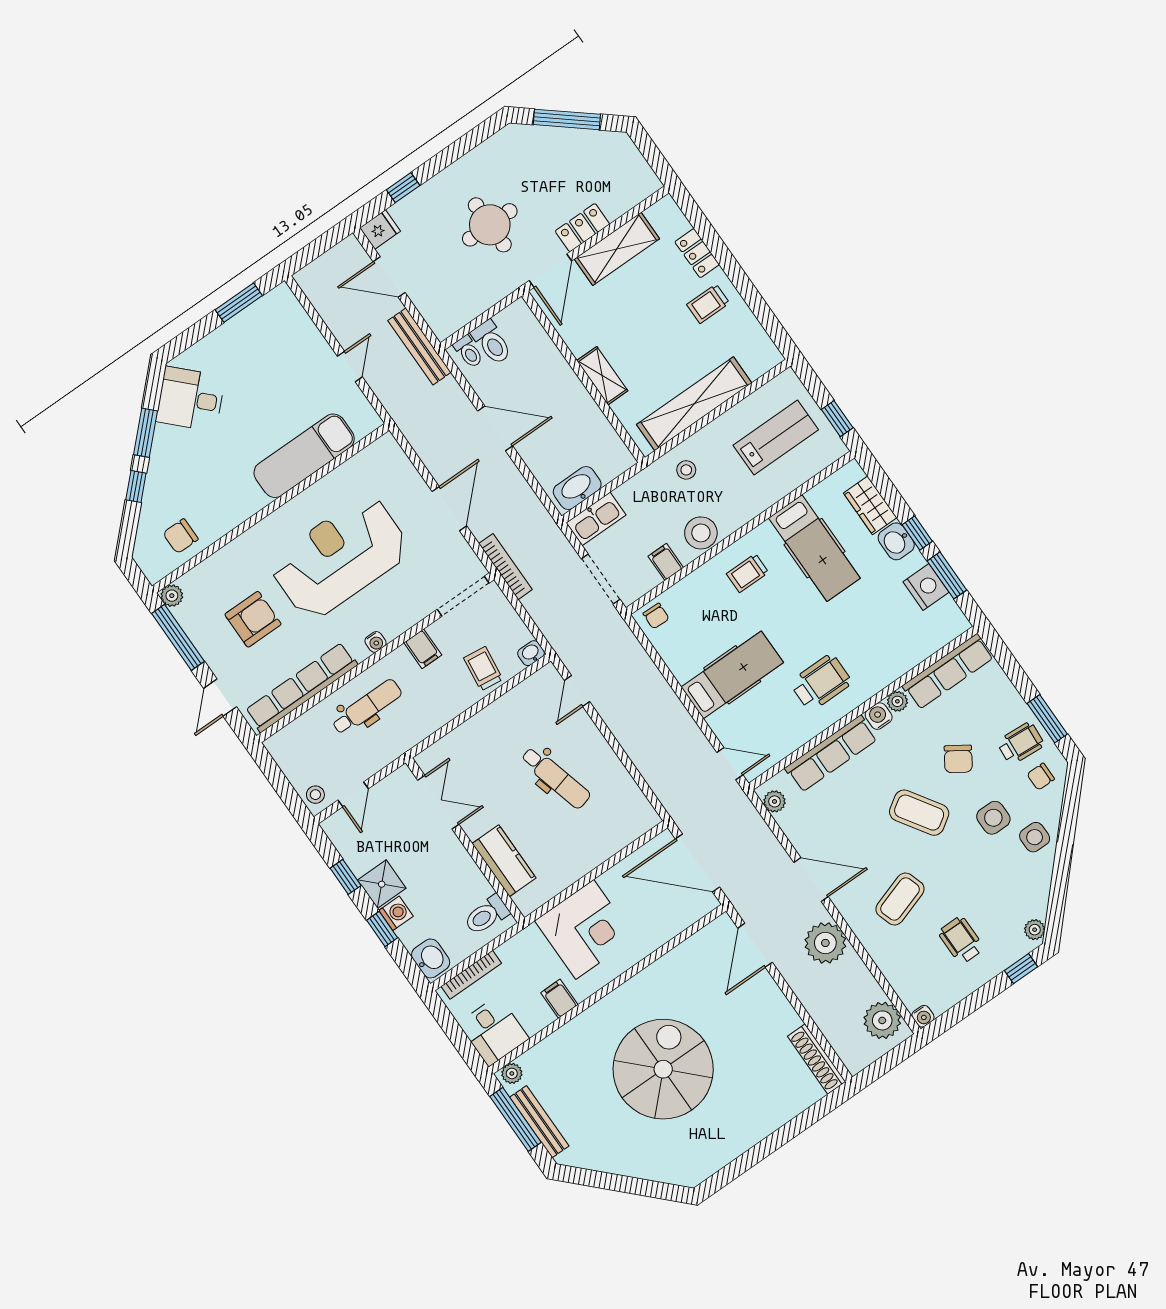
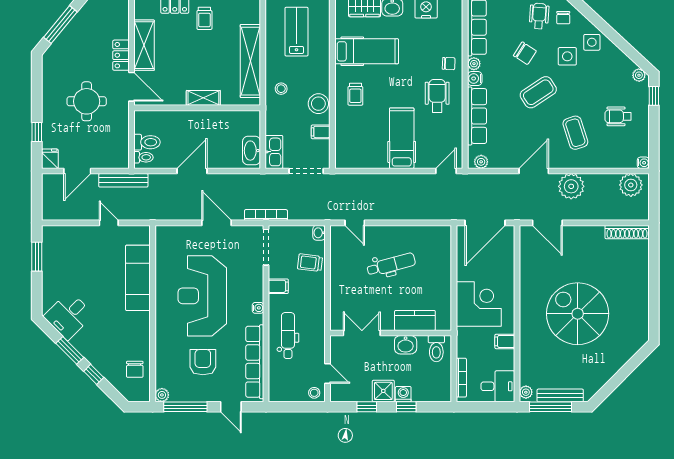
chair: (656, 616) -> (449, 64), moved
washbasin: (431, 958) -> (406, 345), moved, turned 180

